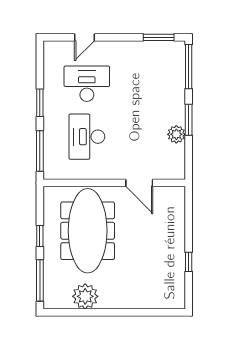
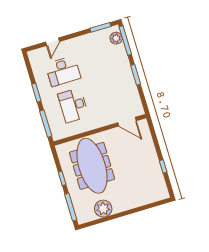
desk: (87, 84) -> (63, 71), turned 180
plant: (176, 134) -> (116, 38), moved
door: (139, 183) -> (127, 122), moved

